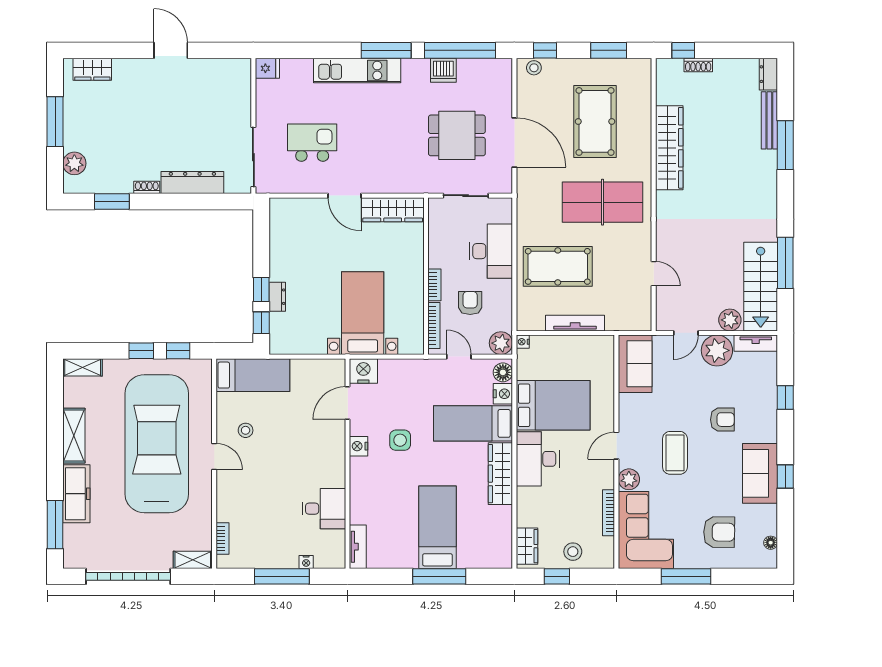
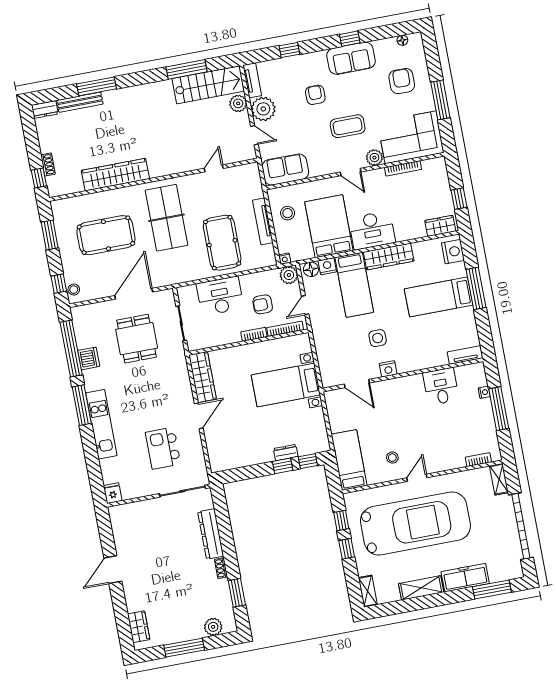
nightstand: (363, 371) -> (453, 252), moved, turned 180
car: (157, 444) -> (415, 523), turned 180
stool: (573, 552) -> (288, 213), moved

